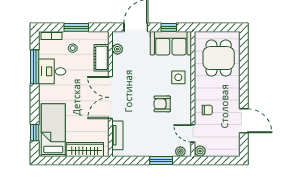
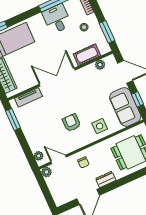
window: (76, 27) -> (107, 32), moved
dresser: (234, 95) -> (106, 179), added
door: (193, 133) -> (59, 159), hinge flipped
window: (161, 161) -> (13, 119), moved

